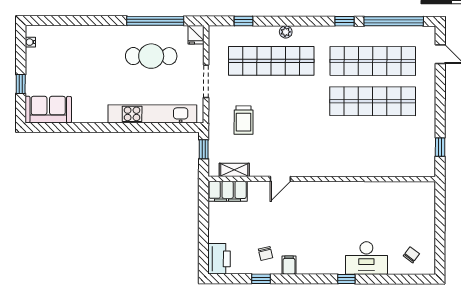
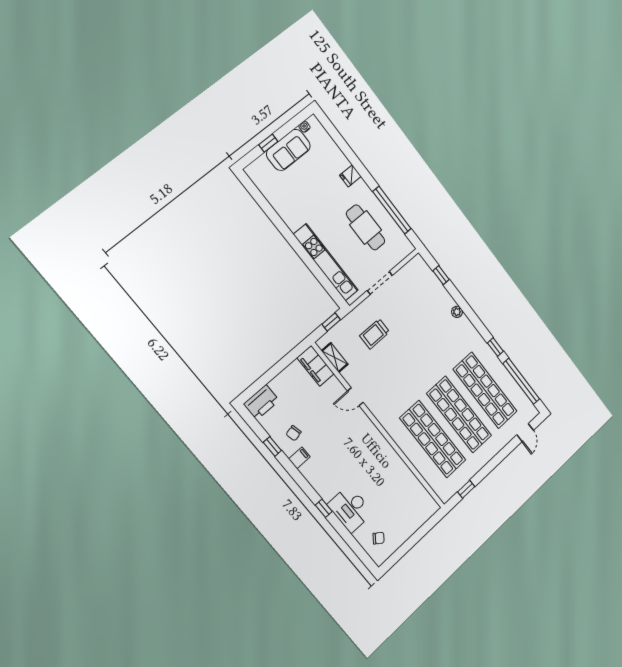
fridge: (196, 35) -> (350, 176), moved
shop shelf: (271, 61) -> (433, 439), moved
sofa: (48, 110) -> (288, 150), moved, turned 90

